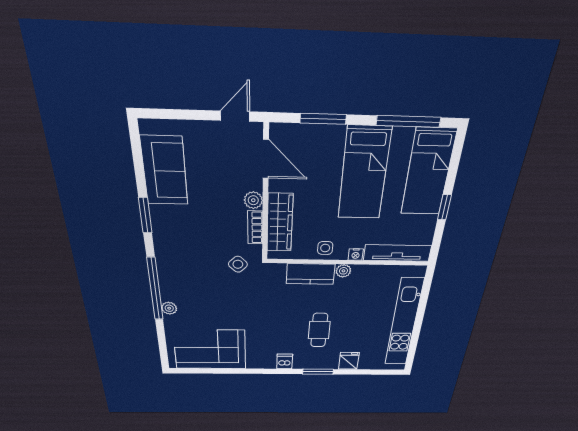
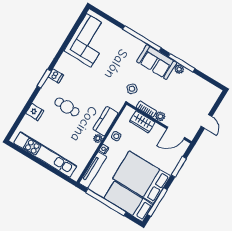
door: (235, 116) -> (206, 121), moved
sofa: (164, 171) -> (157, 62), moved
bed: (364, 174) -> (141, 177), width x1.50
window: (444, 207) -> (106, 202), width x3.17
window: (145, 215) -> (181, 63), width x1.44
wardrobe: (280, 223) -> (142, 122), width x0.67
plant: (169, 308) -> (179, 69), moved
window: (318, 372) -> (44, 79), moved

